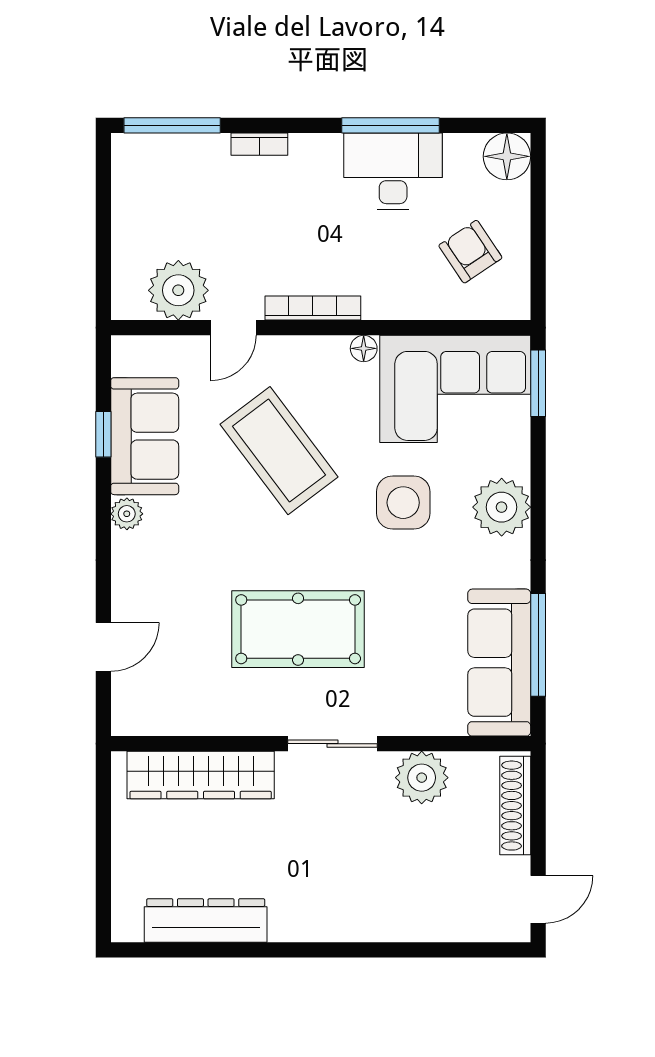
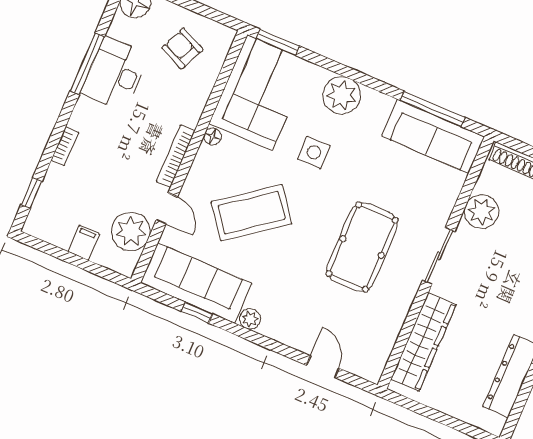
window: (172, 125) -> (32, 193), width x0.46
filing cabinet: (133, 230) -> (84, 243), added
armchair: (470, 252) -> (182, 49), turned 58
sofa: (145, 436) -> (196, 283), width x1.36
side table: (403, 503) -> (314, 152), width x0.73, depth x0.73

